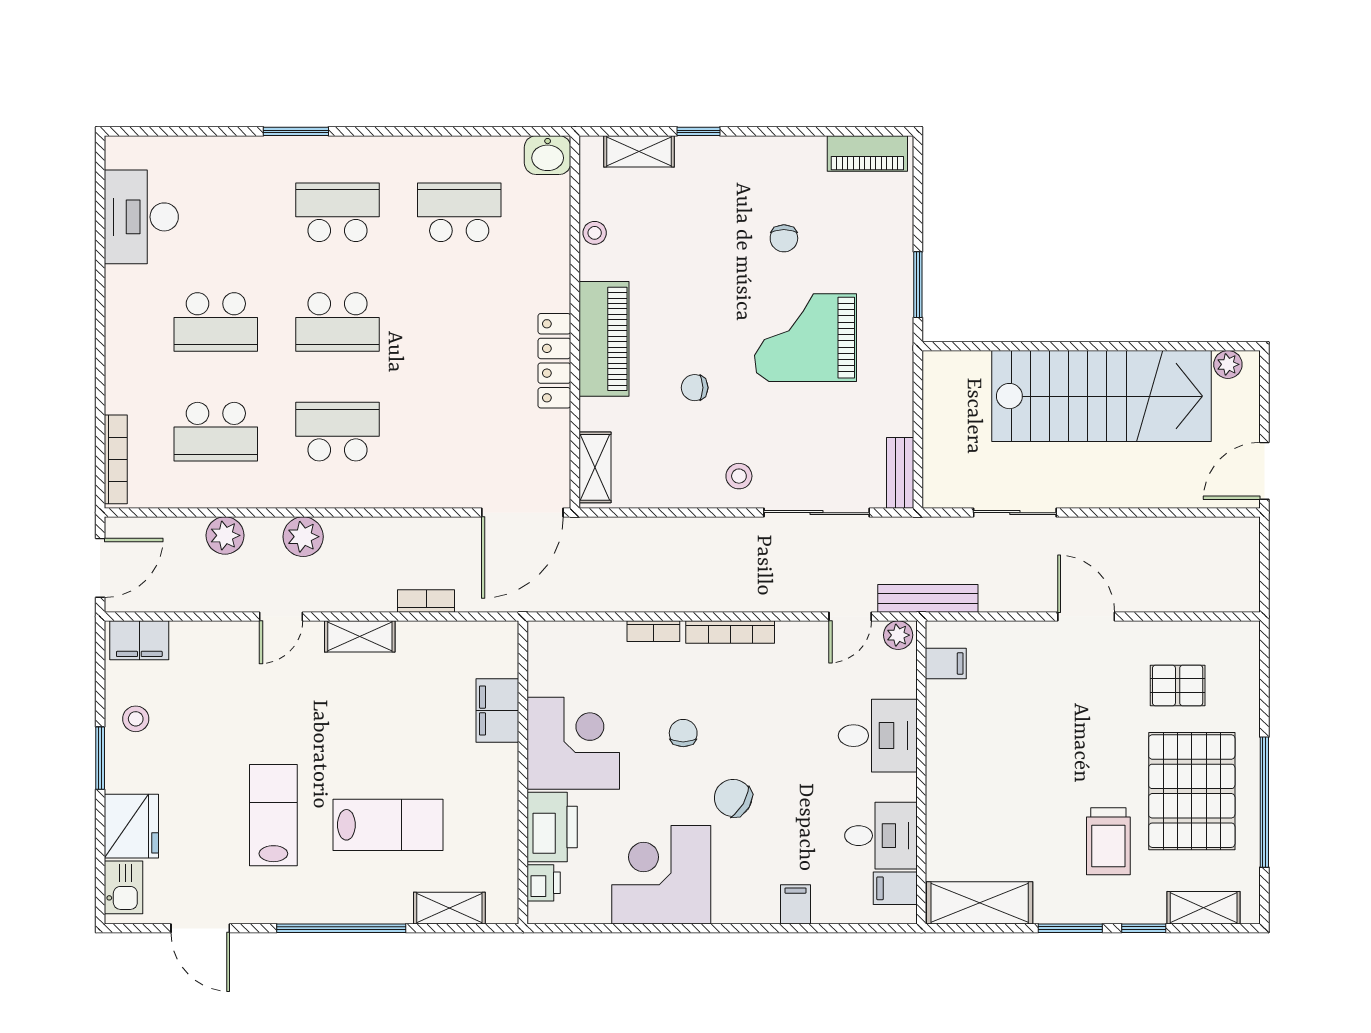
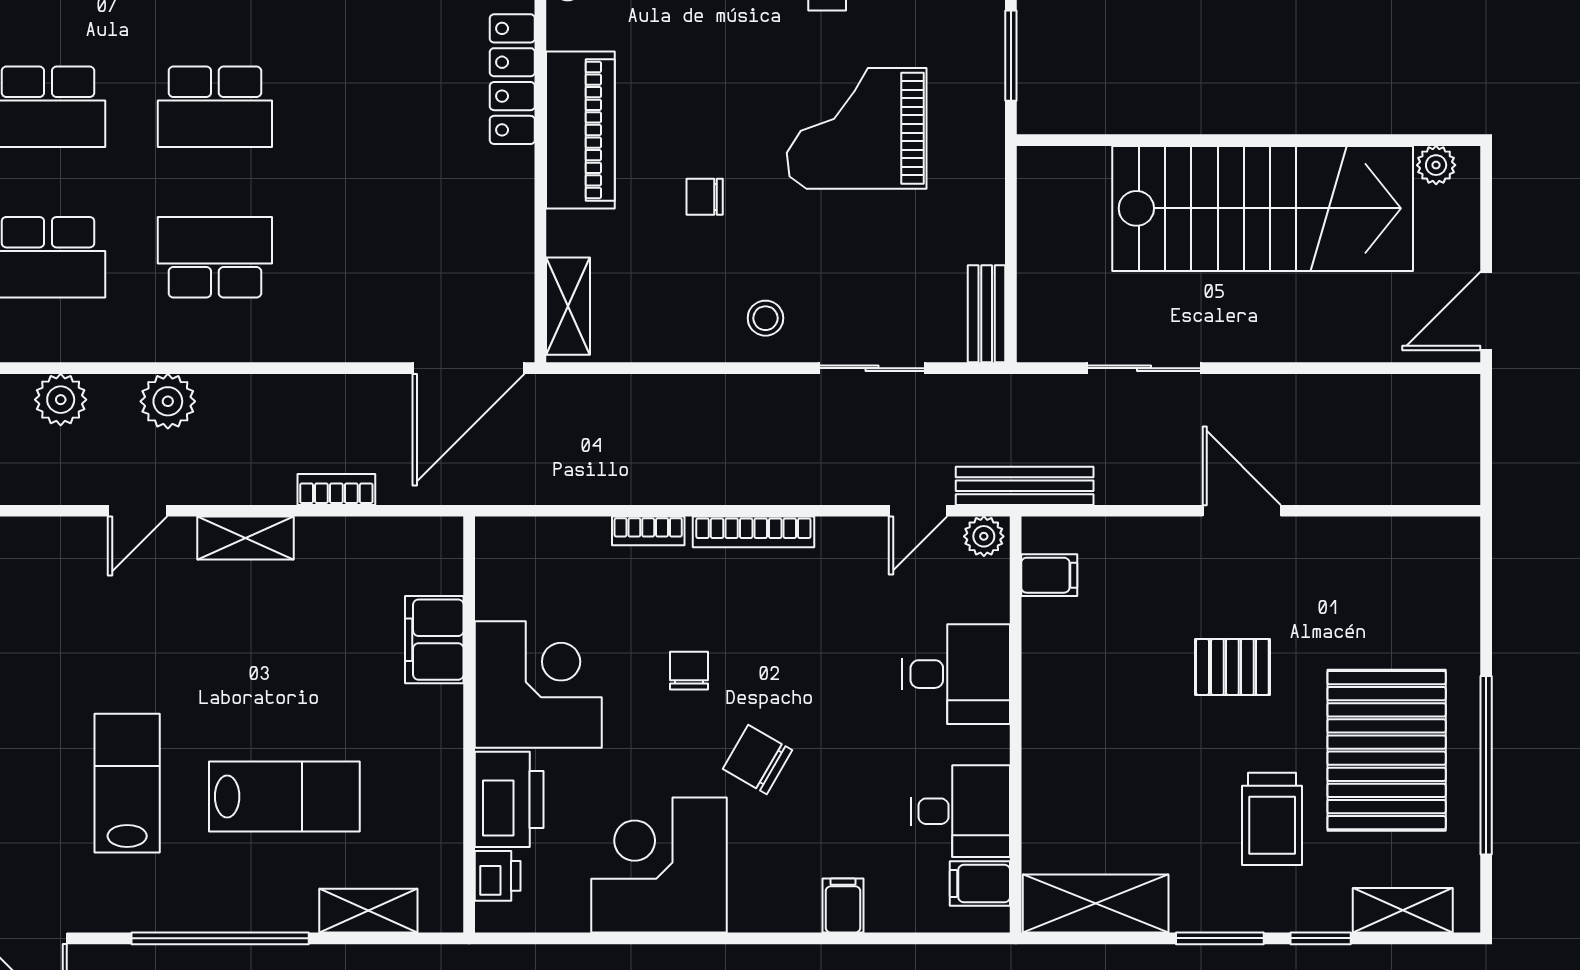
locker: (554, 361) -> (512, 79), moved
sliding door: (817, 513) -> (872, 368), width x0.73
pallet: (1178, 685) -> (1232, 667), moved

